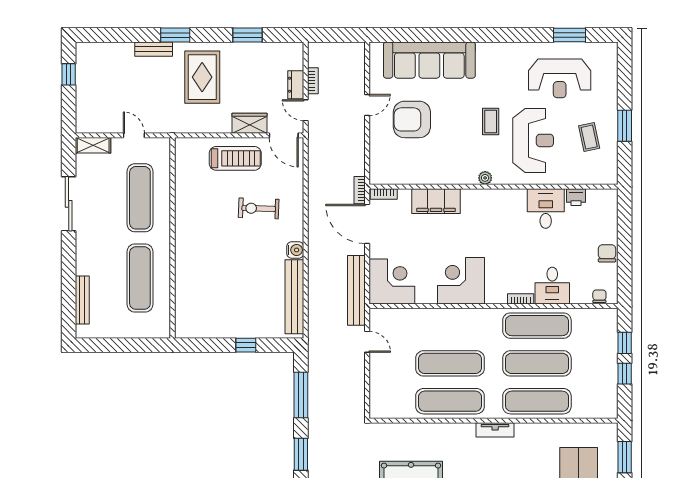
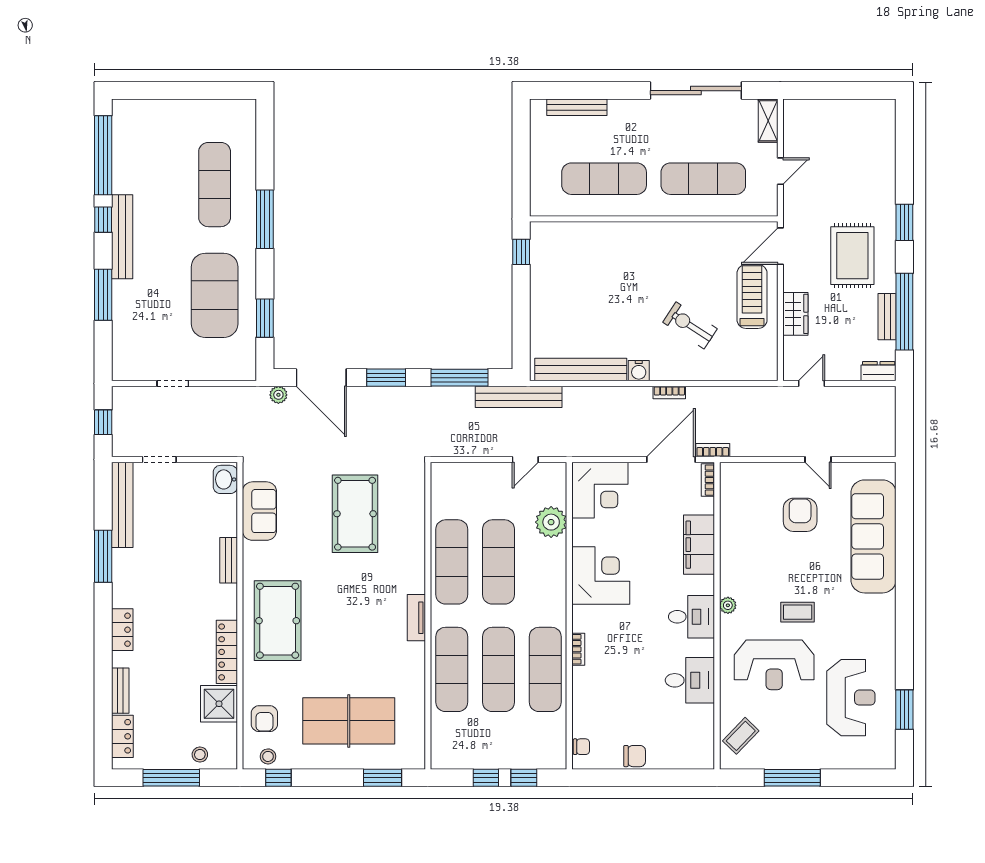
window: (247, 35) -> (904, 312), width x2.11
bench: (154, 49) -> (887, 317), moved
window: (69, 74) -> (856, 91), removed
rug: (202, 77) -> (852, 256), turned 90
reception desk: (560, 78) -> (851, 698), turned 180
bookcase: (313, 81) -> (669, 392), moved
dresser: (296, 85) -> (879, 371), moved
armchair: (412, 119) -> (800, 515), width x0.73, depth x0.73
window: (625, 126) -> (792, 778), width x1.44
door: (284, 135) -> (780, 246), moved
coffee table: (589, 137) -> (741, 736), moved, turned -34
treadmill: (235, 158) -> (752, 296), turned 180
printer: (576, 197) -> (704, 718), removed
sliding door: (69, 204) -> (696, 91), width x1.36
exercise bike: (259, 208) -> (690, 325), turned -59
desk: (552, 286) -> (692, 617), moved, turned 180
bench: (356, 290) -> (519, 397), moved
plant: (418, 321) -> (551, 522), added
window: (246, 345) -> (521, 252), moved

